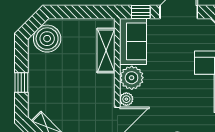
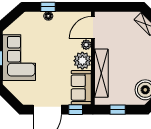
window: (84, 12) -> (118, 110), added
shelving: (106, 51) -> (101, 73), width x1.47

